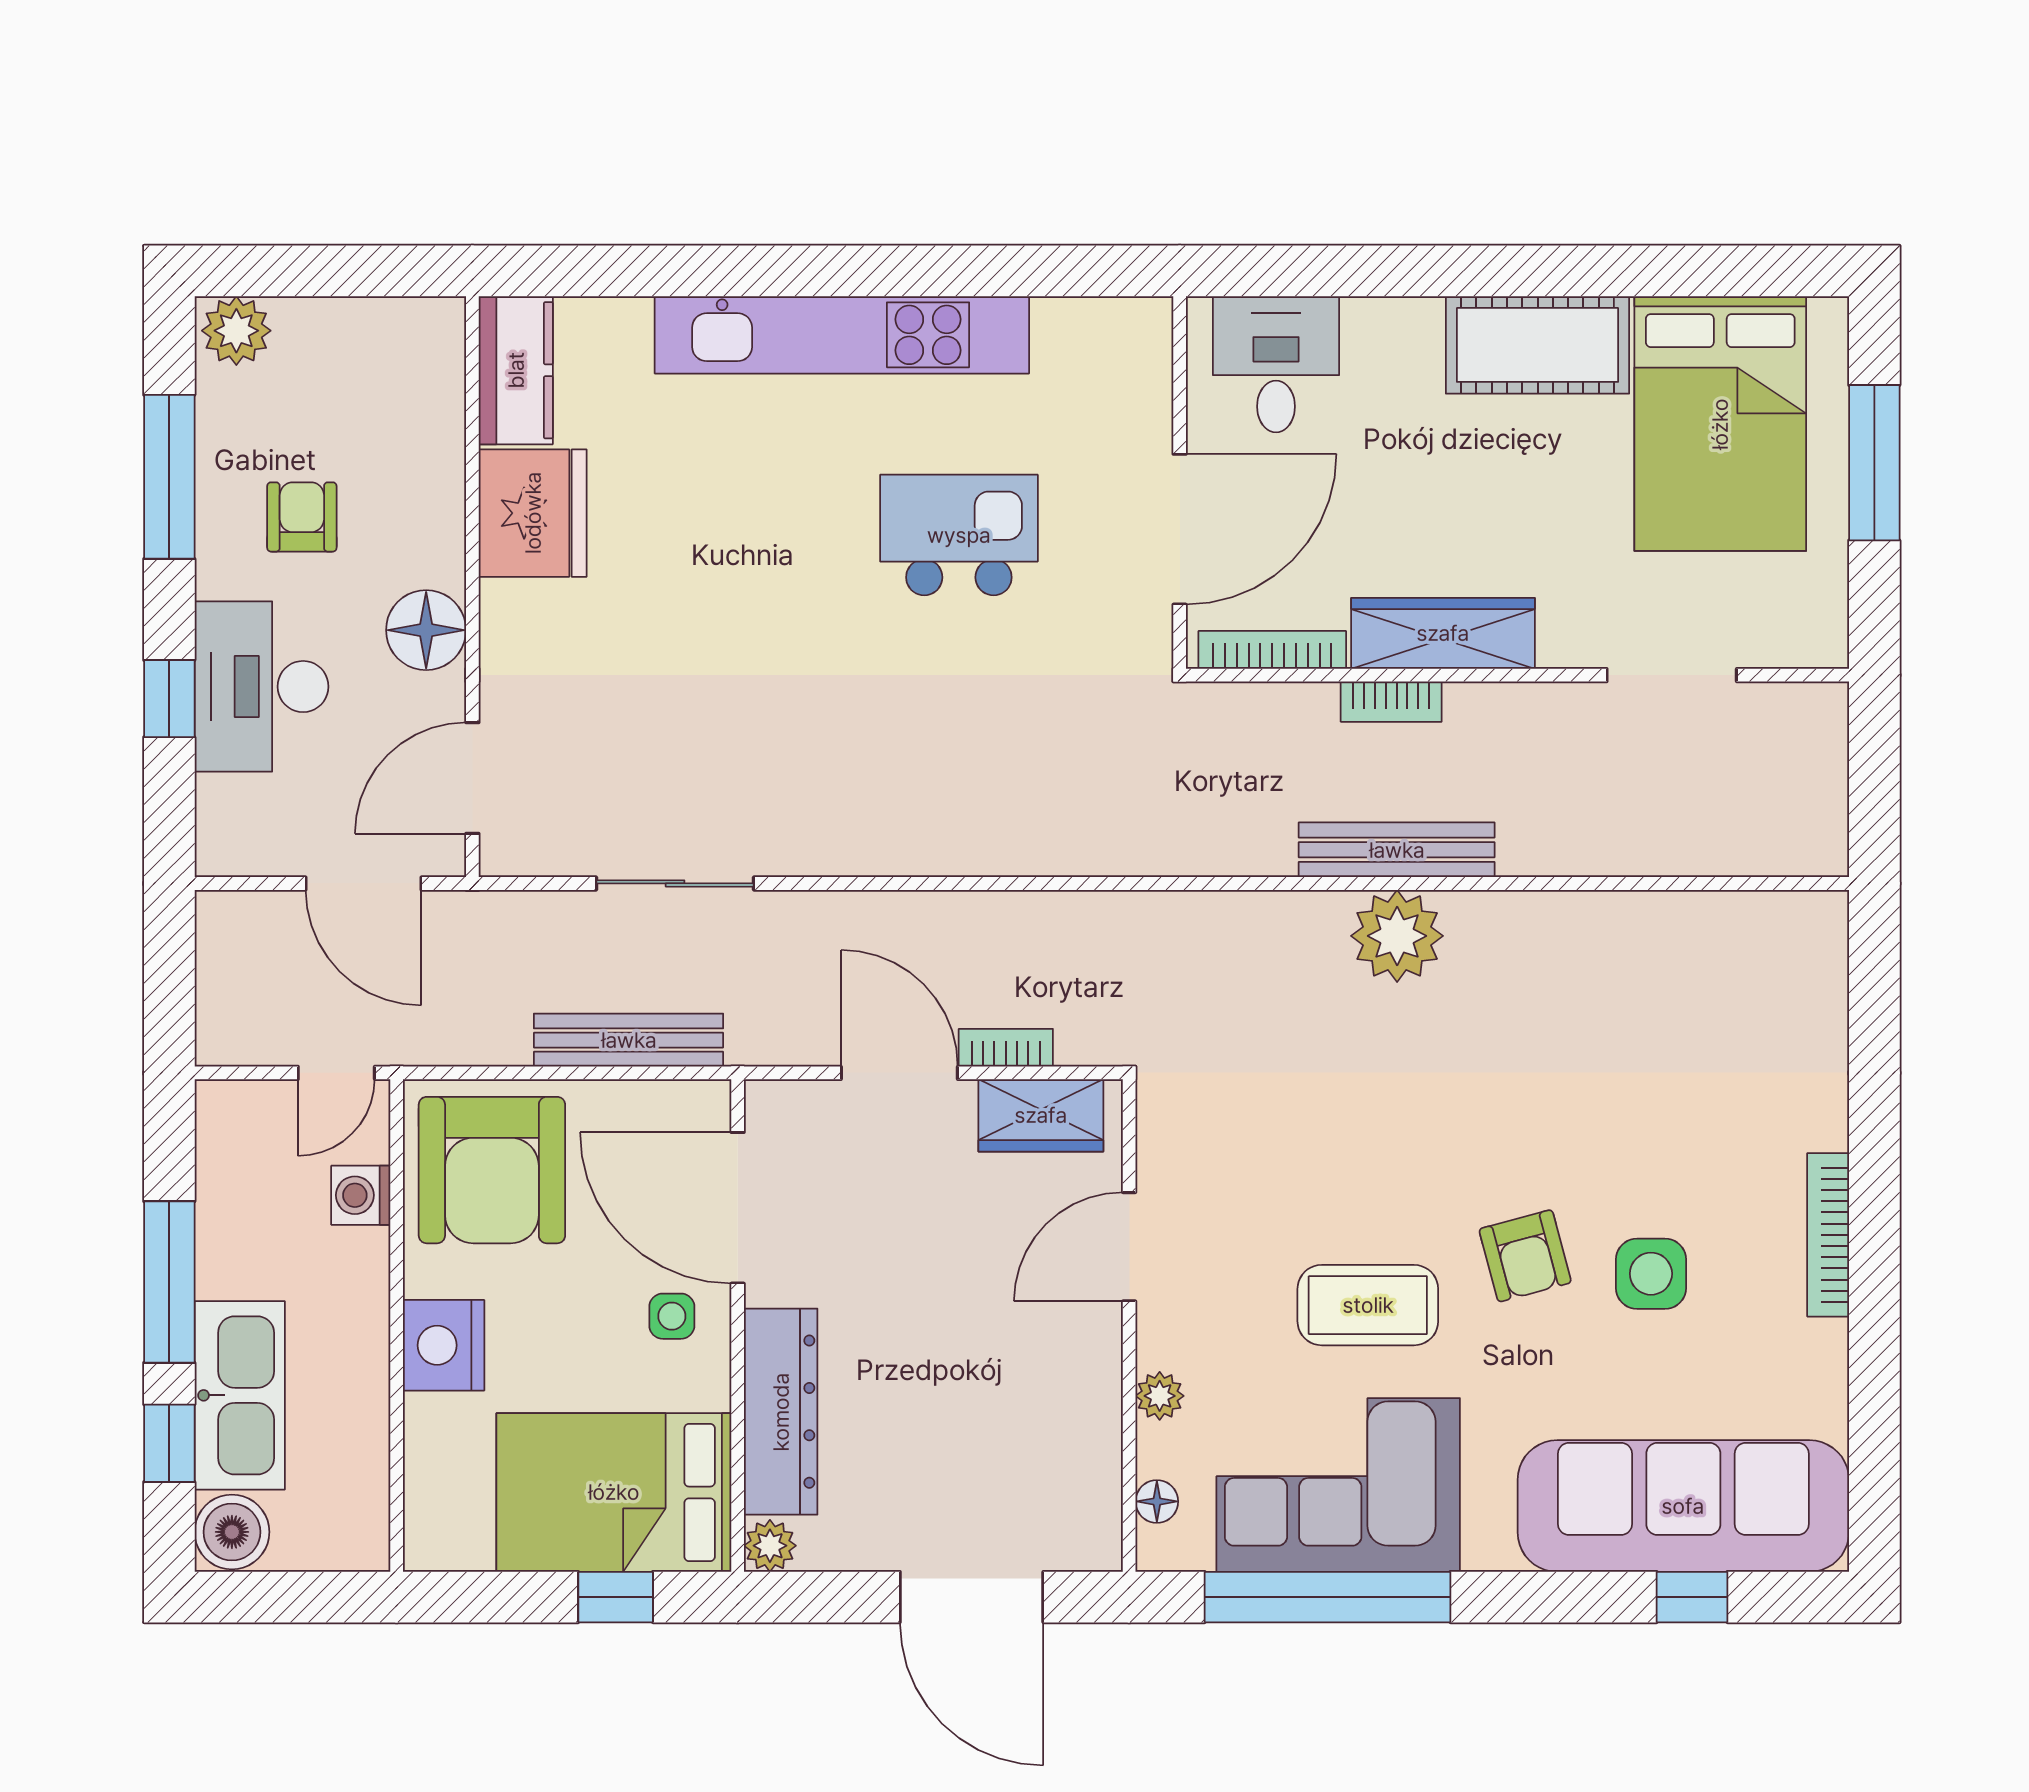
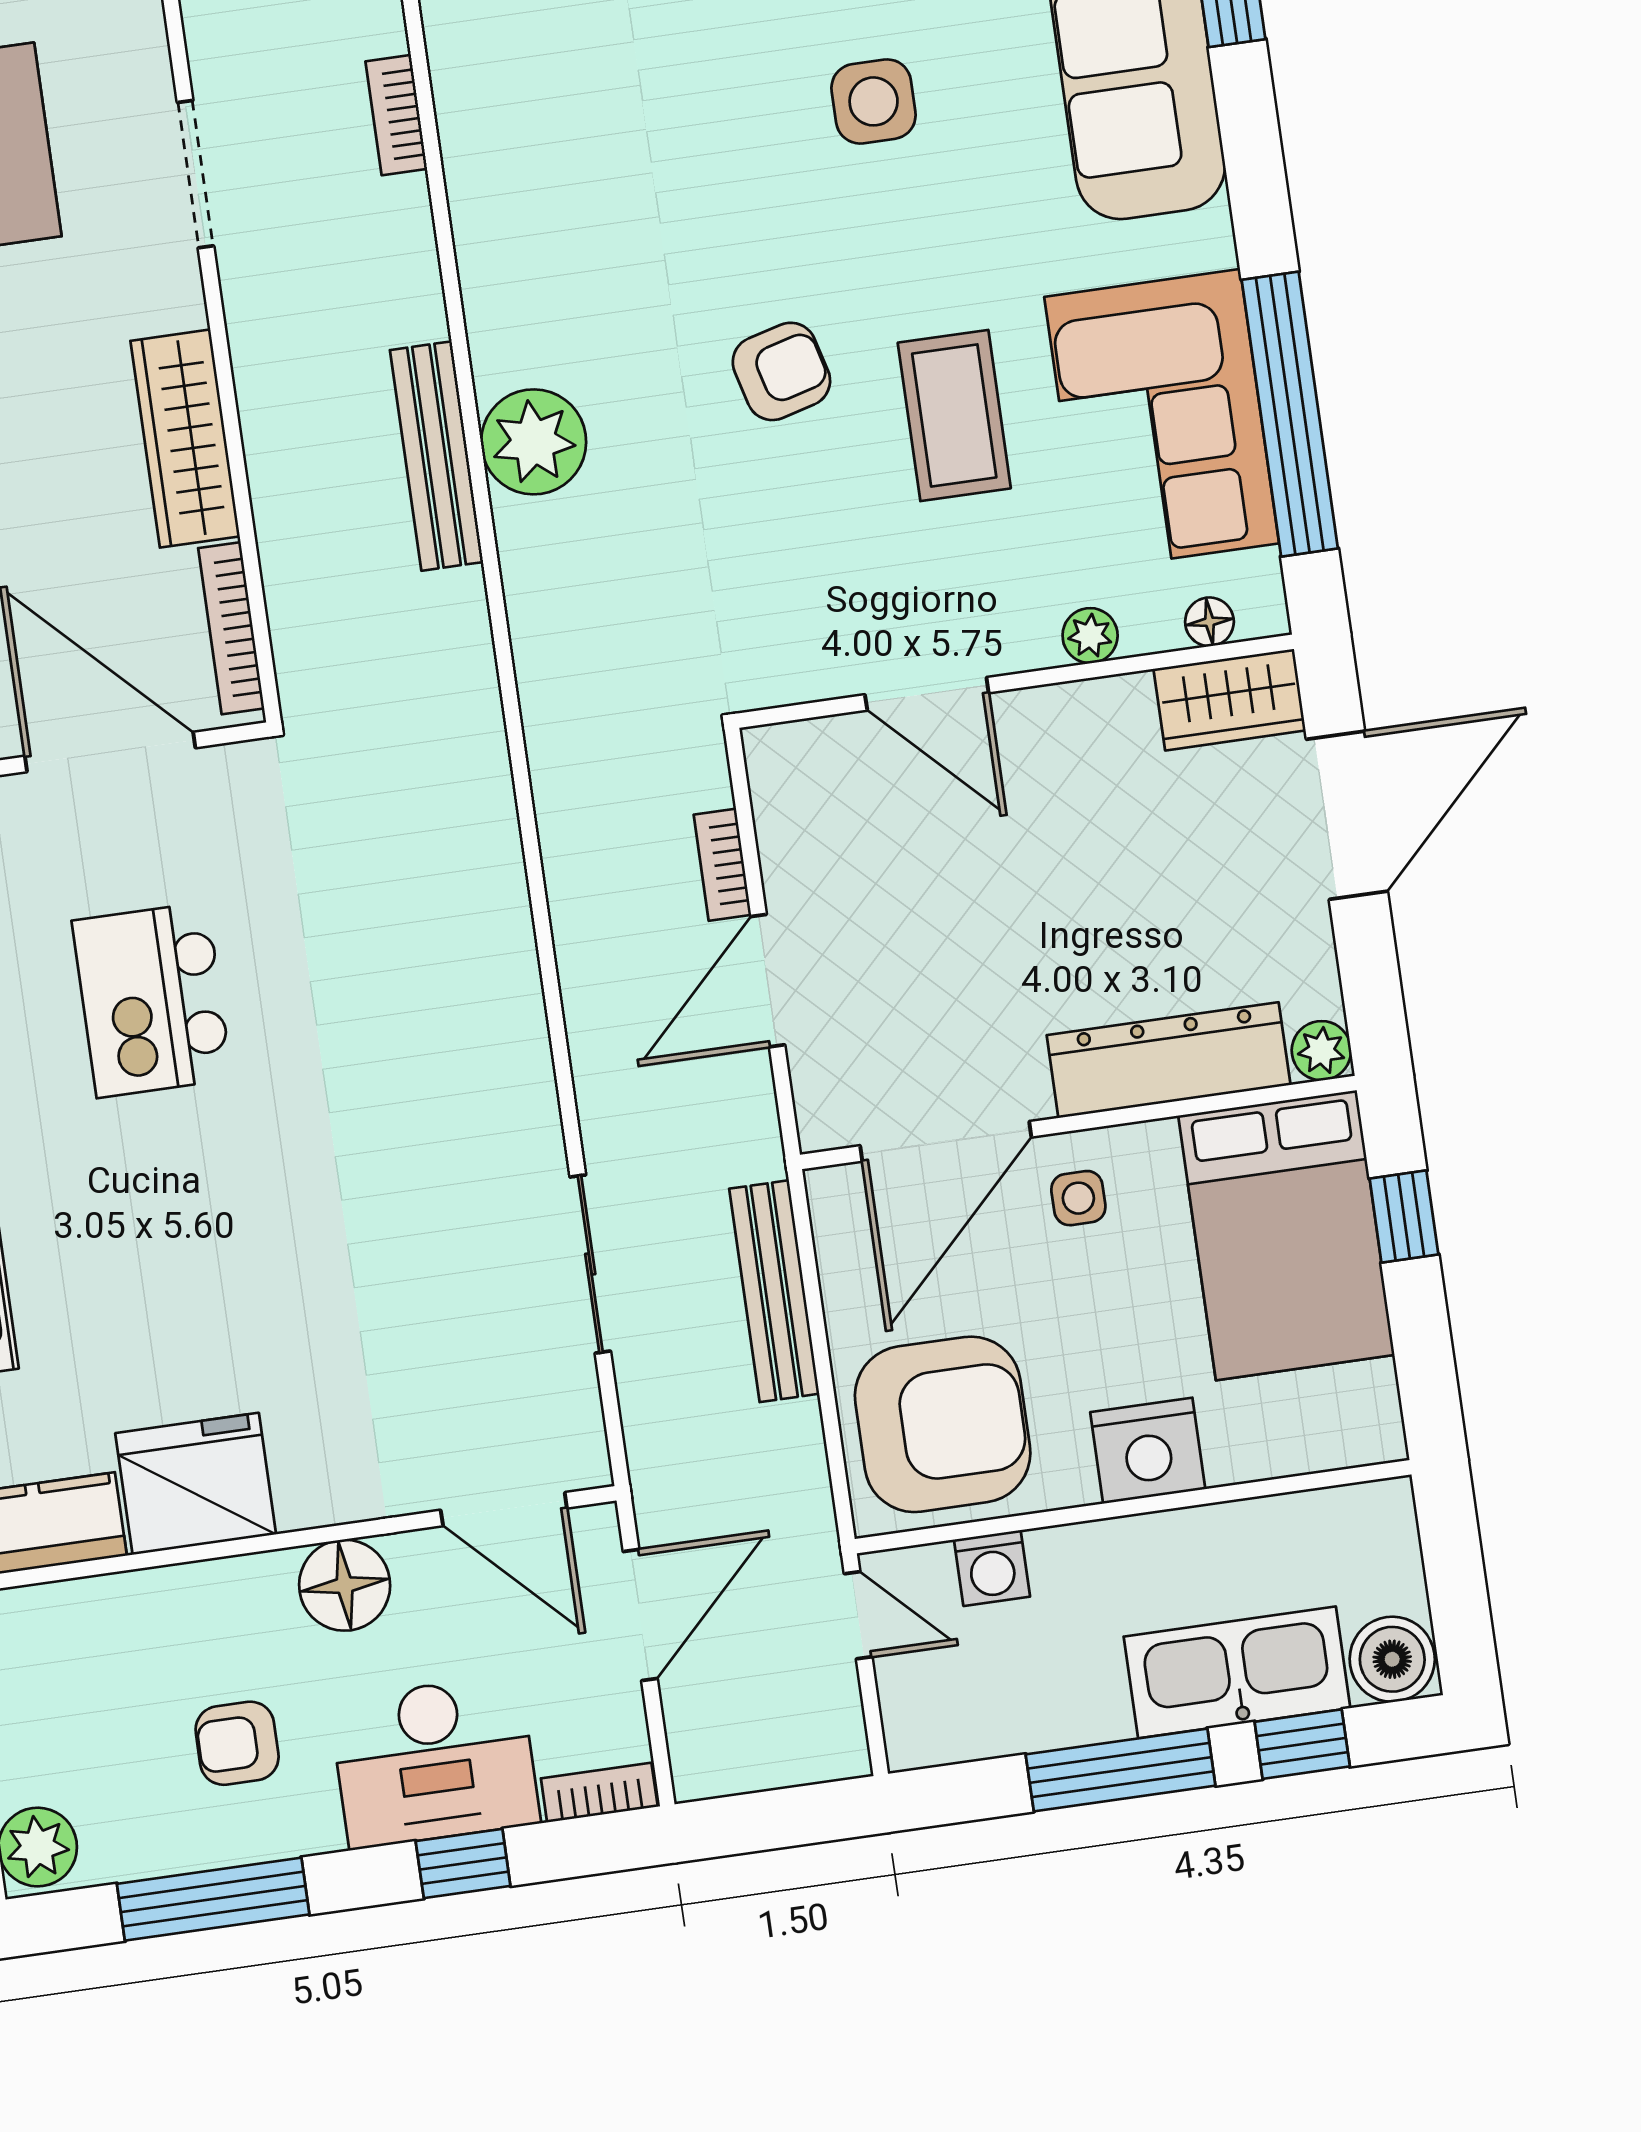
bookcase: (1391, 702) -> (396, 115), moved, turned 180
bookcase: (214, 826) -> (599, 1793), added
wardrobe: (1041, 1115) -> (1230, 700), moved, turned 90
armchair: (1525, 1256) -> (781, 371), moved

